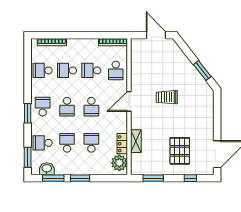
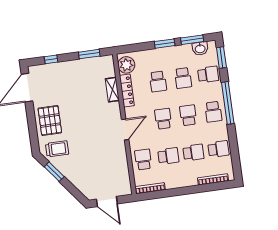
trolley: (167, 97) -> (57, 149), moved
window: (28, 113) -> (228, 103), width x2.11
locker: (122, 144) -> (127, 91), width x1.53
pallet: (180, 151) -> (50, 120), moved

